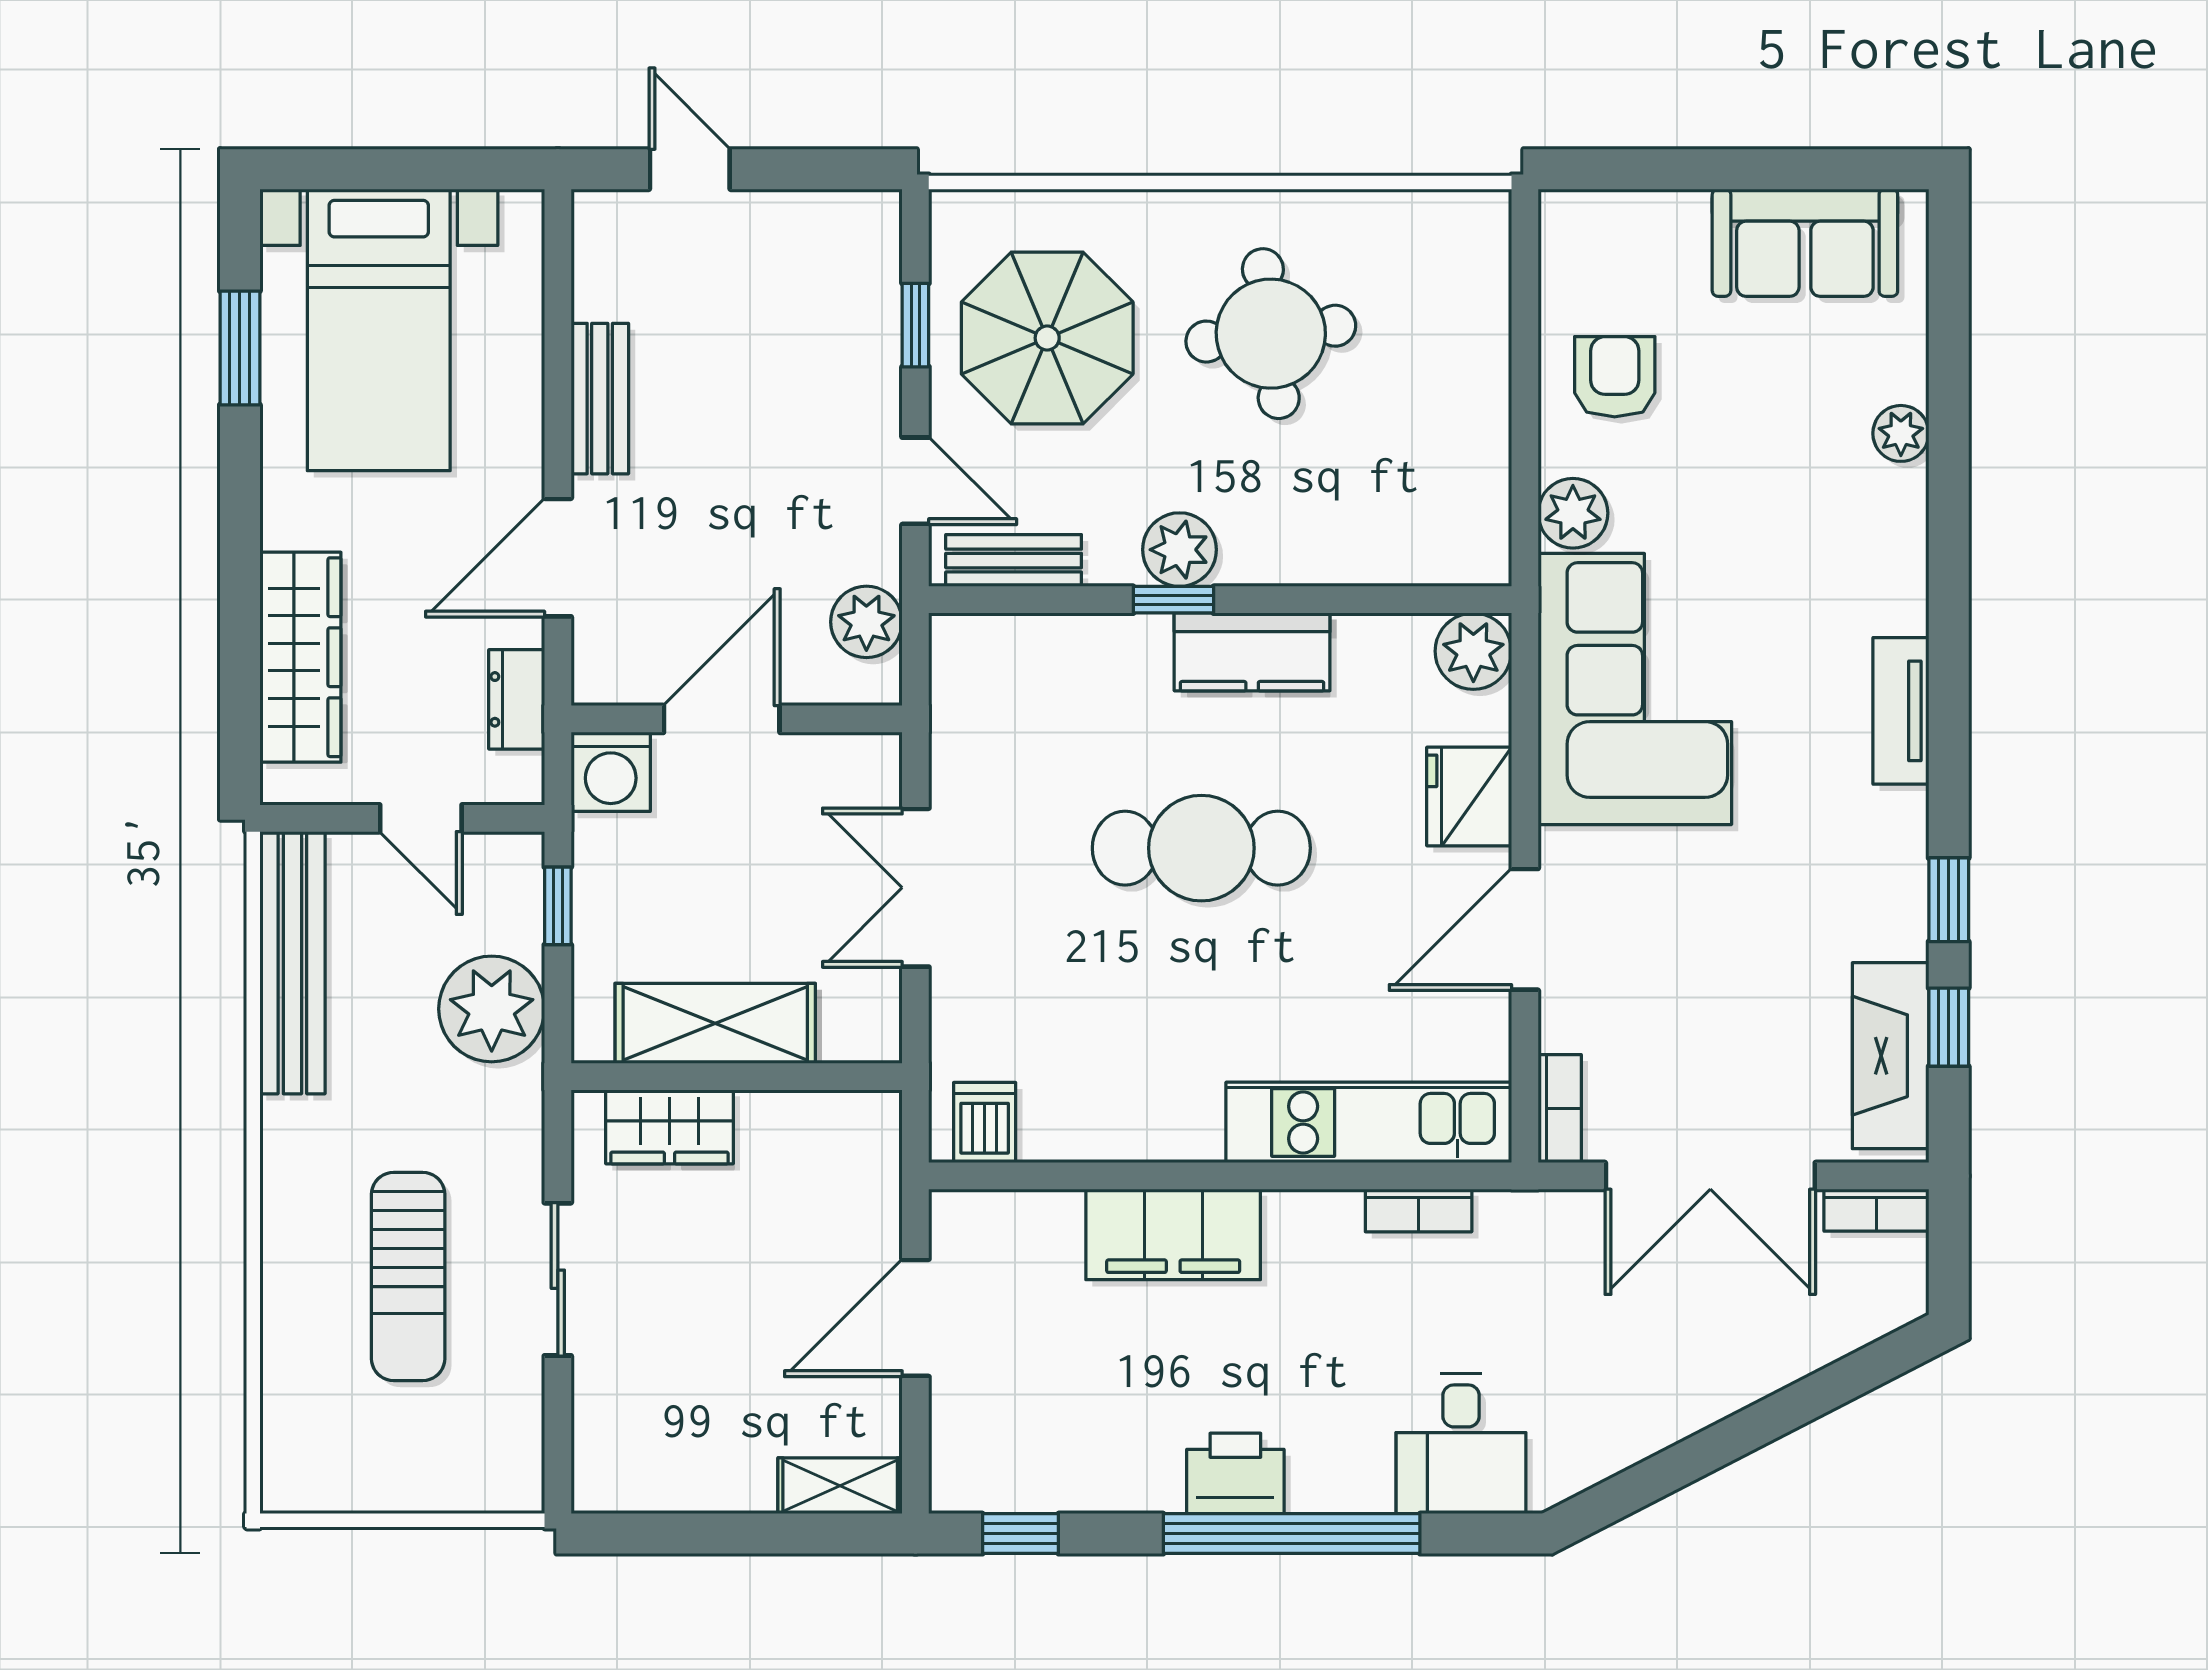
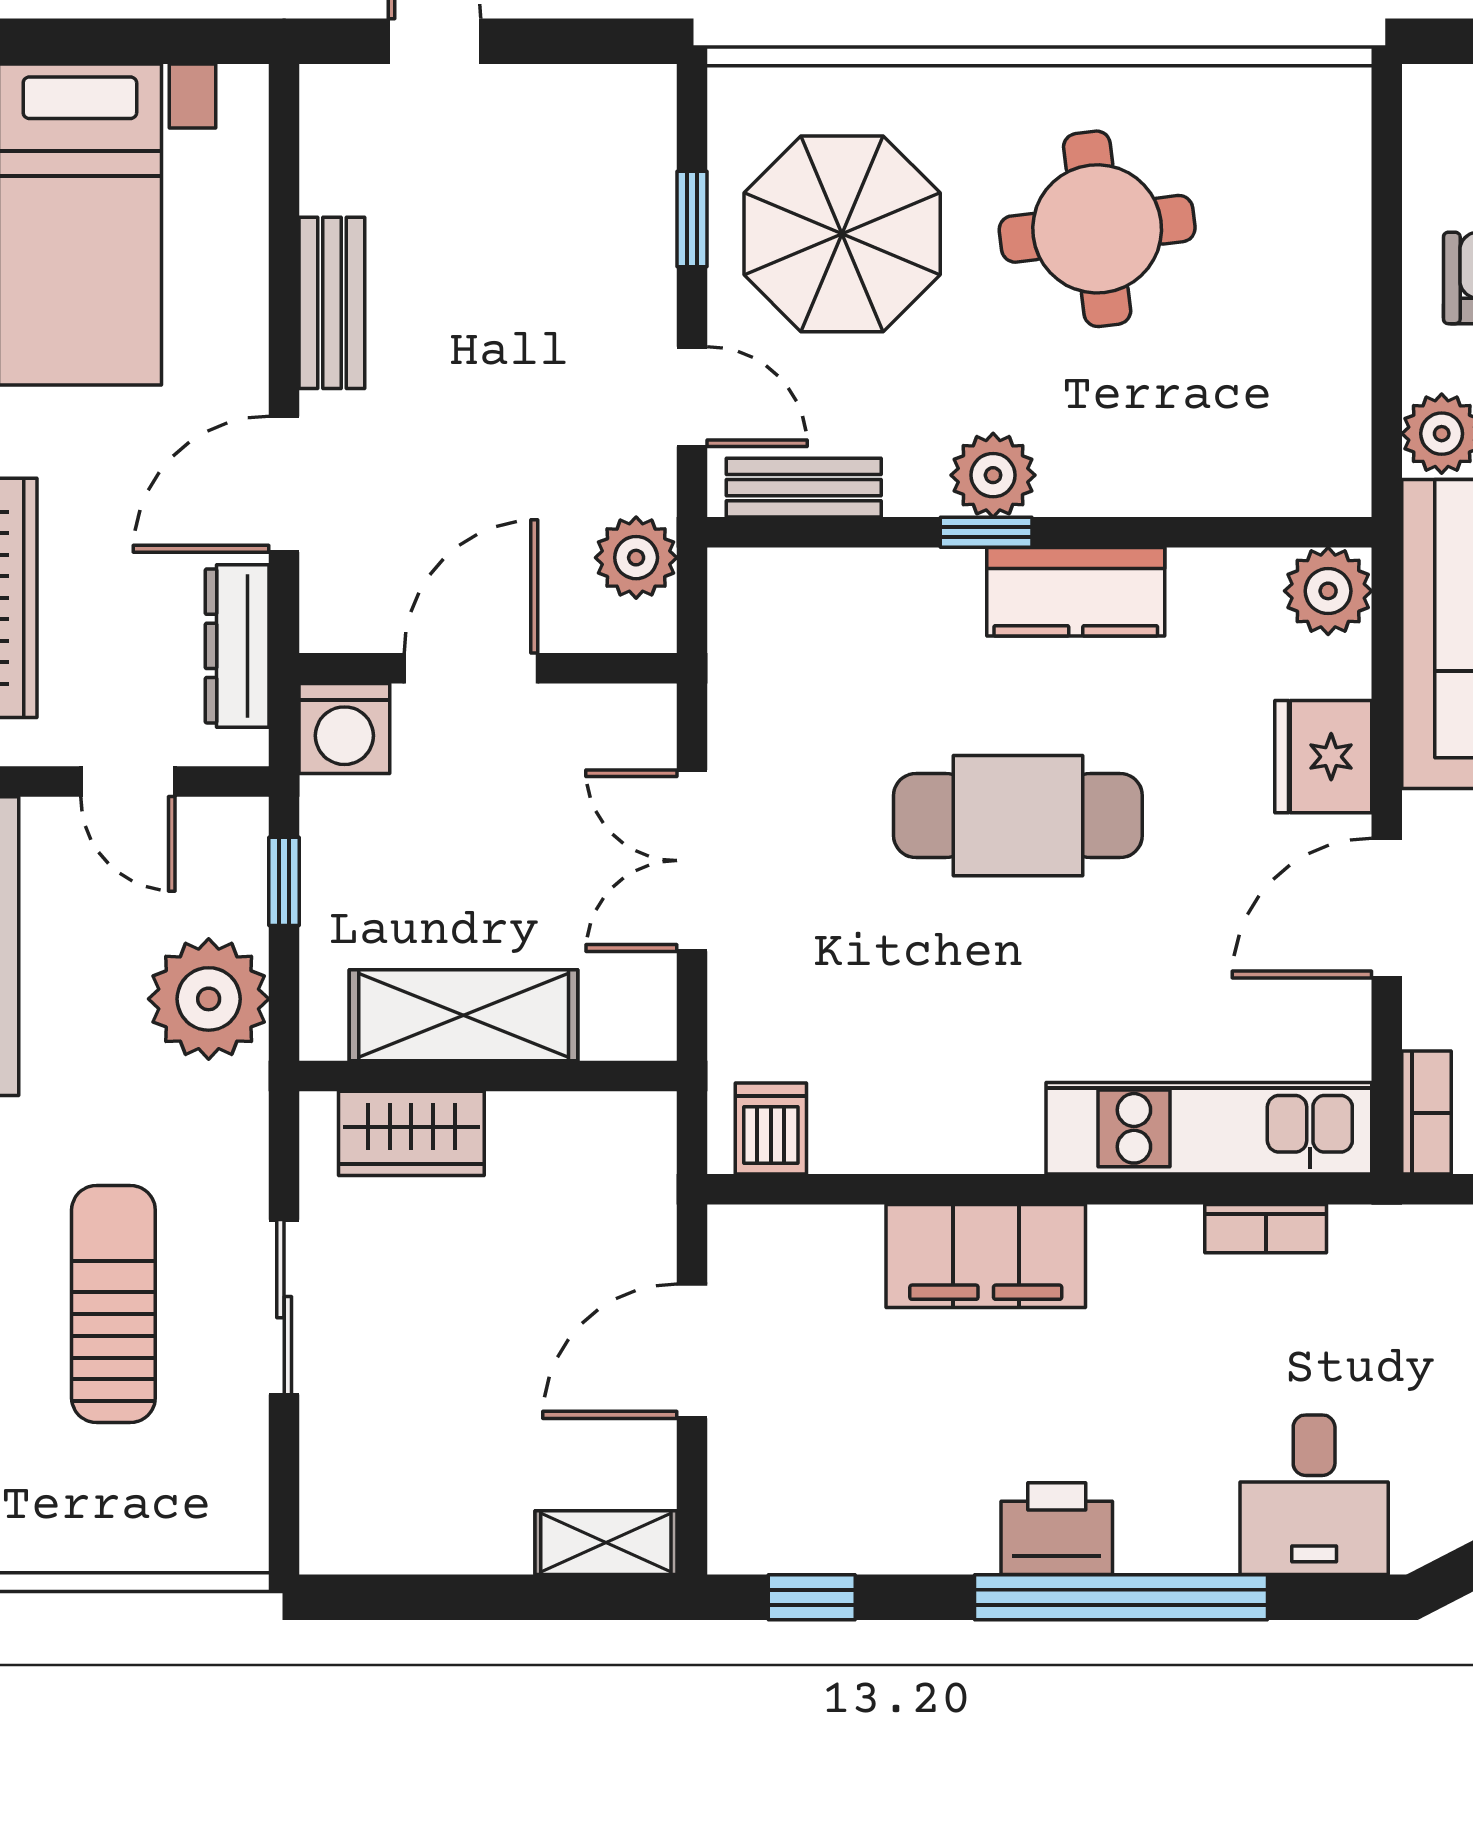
dresser: (517, 699) -> (237, 646), width x1.44
sun lounger: (408, 1276) -> (113, 1304), turned 180

